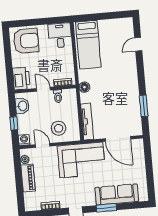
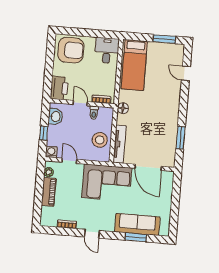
window: (113, 15) -> (164, 39), added
door: (138, 44) -> (186, 73), hinge flipped
stool: (59, 128) -> (100, 140), moved
window: (106, 208) -> (136, 237), moved

